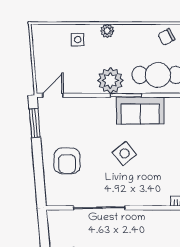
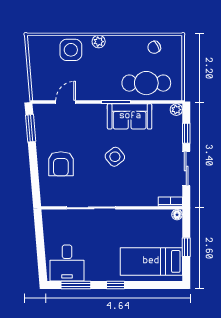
side table: (78, 40) -> (71, 50), width x1.87, depth x1.87
plant: (110, 81) -> (102, 88), removed
door: (53, 95) -> (66, 102), moved

